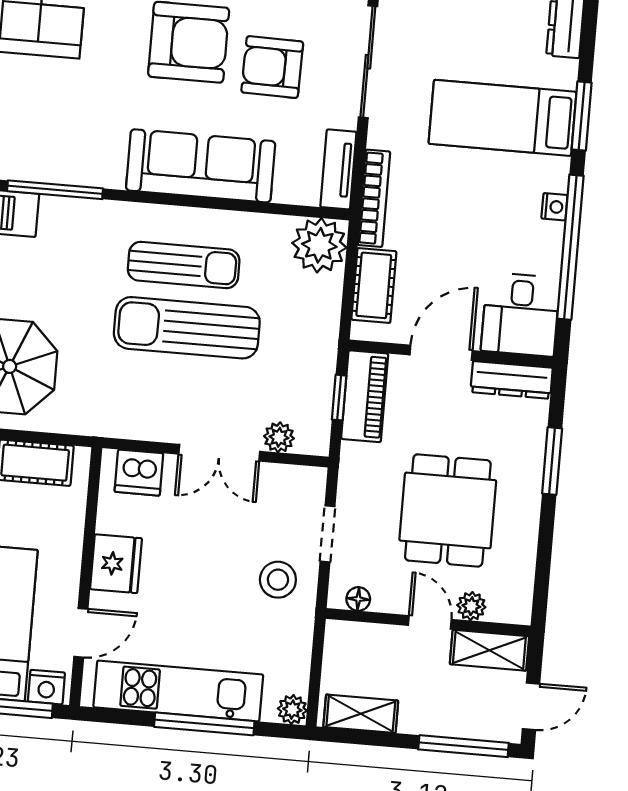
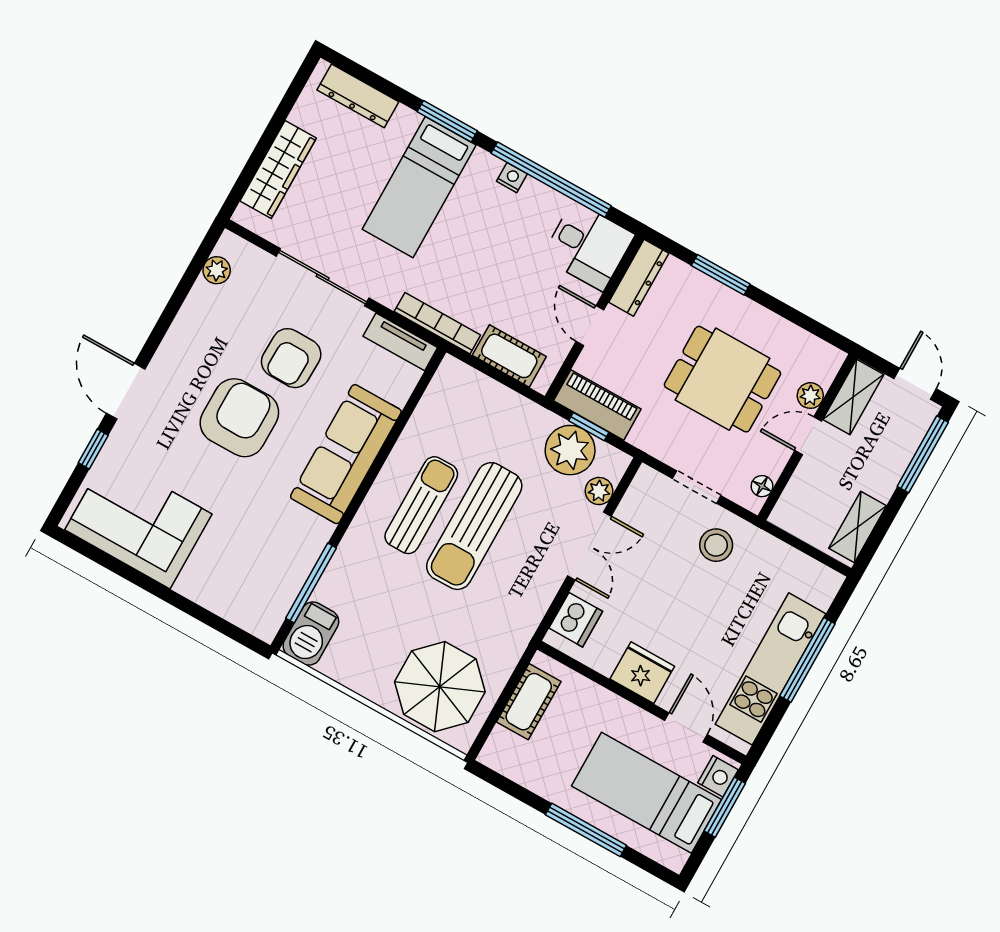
plant: (319, 245) -> (570, 450), moved
door: (441, 353) -> (590, 326), width x0.73
plant: (292, 710) -> (828, 582), removed

